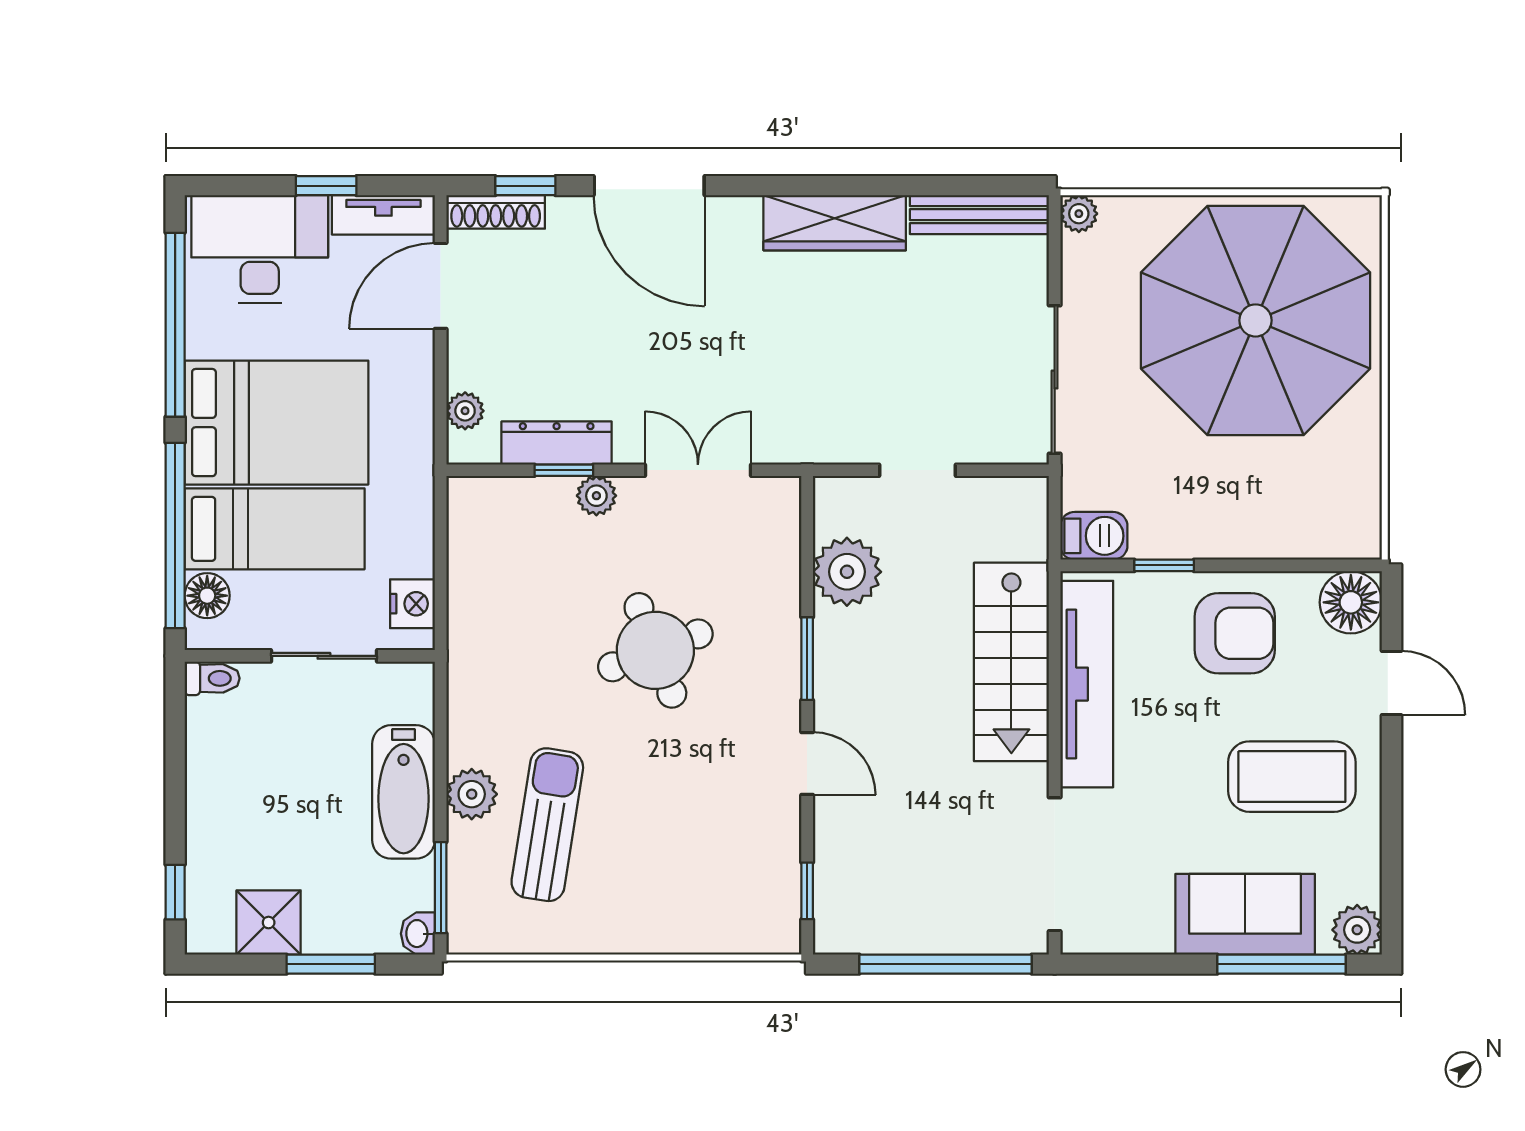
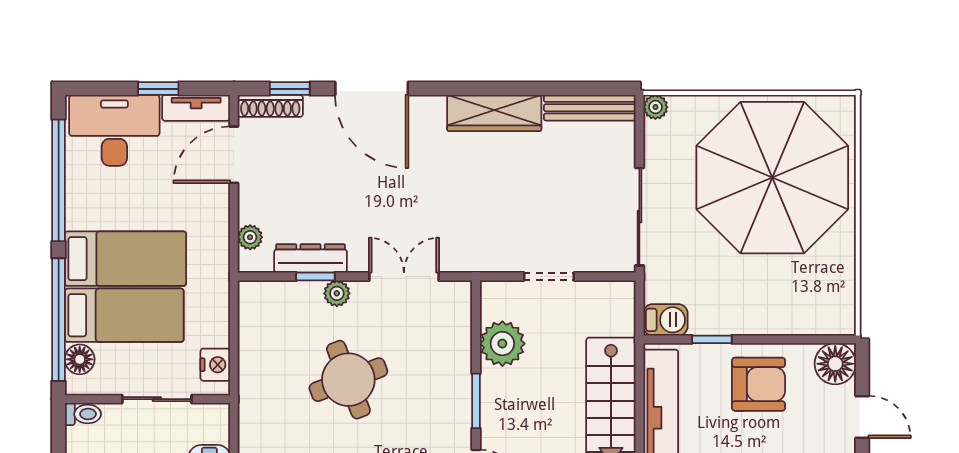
bed: (276, 423) -> (125, 259), width x0.67
round table: (655, 650) -> (348, 380), moved

